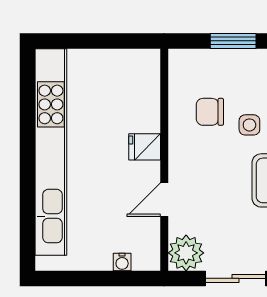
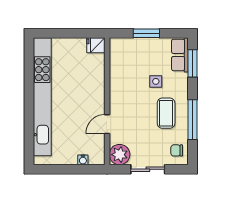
chair: (210, 112) -> (133, 74), removed
fridge: (145, 147) -> (96, 45), moved

